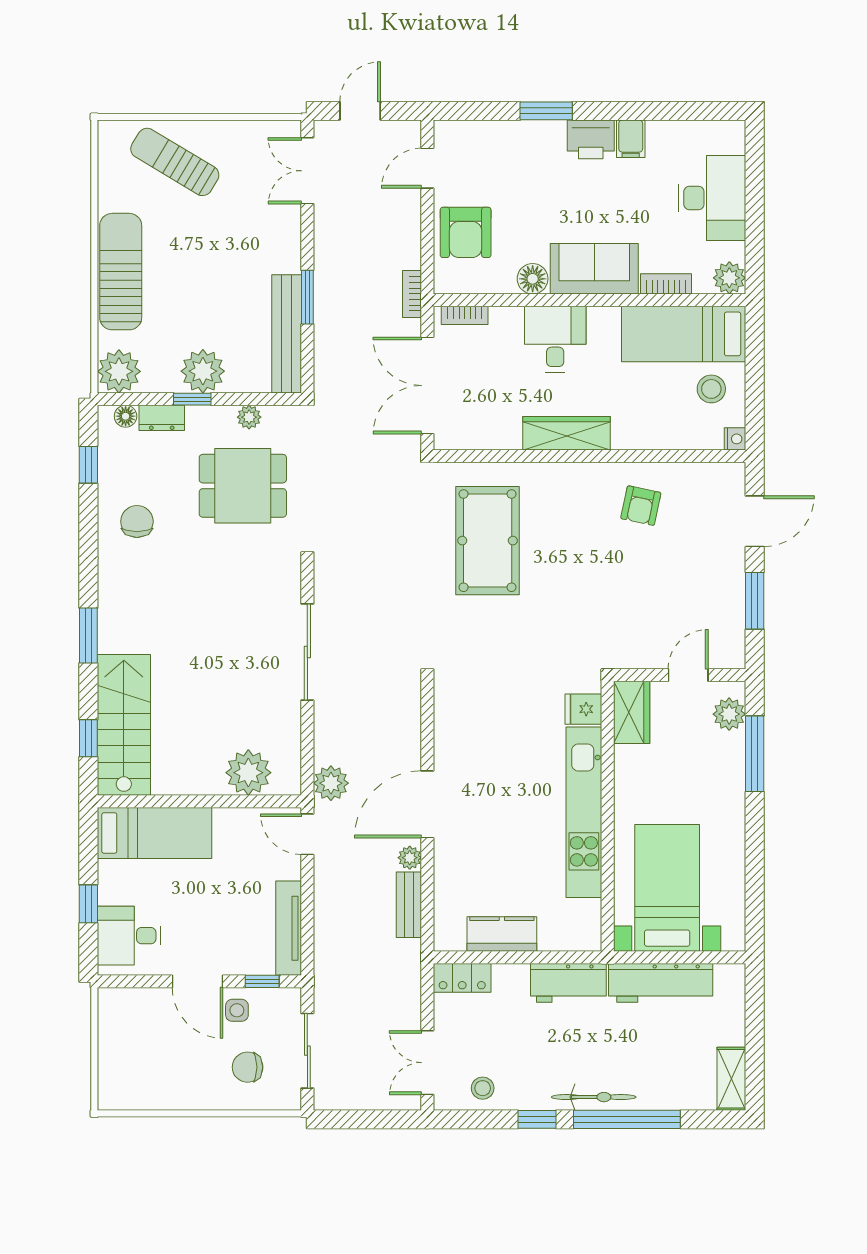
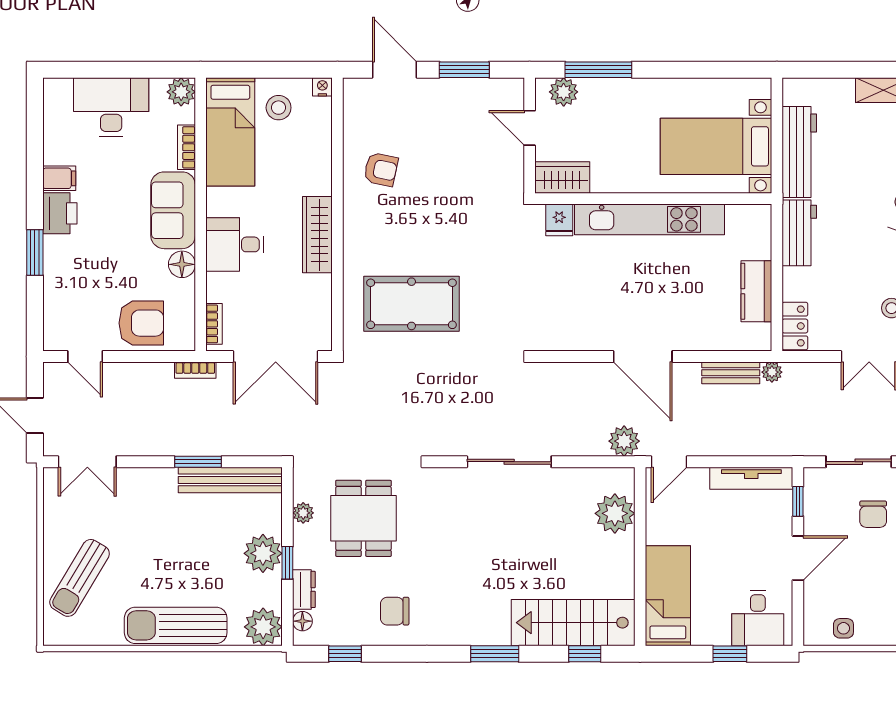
plant: (410, 858) -> (772, 372), moved
side table: (237, 1010) -> (843, 628), moved

